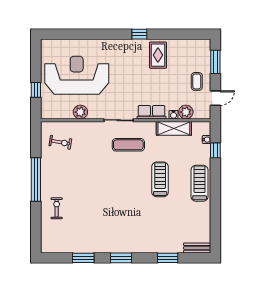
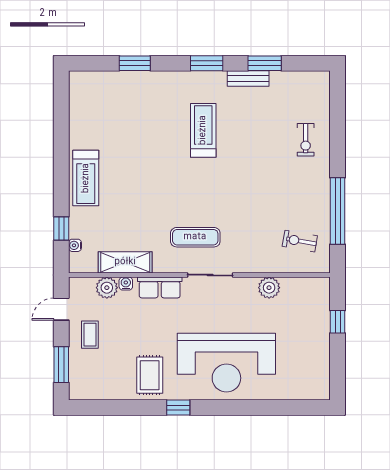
reception desk: (77, 75) -> (226, 363), moved
treadmill: (160, 179) -> (203, 130), moved, turned 180
window: (36, 180) -> (338, 211), moved
bench: (197, 248) -> (248, 79), moved

